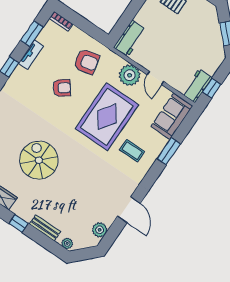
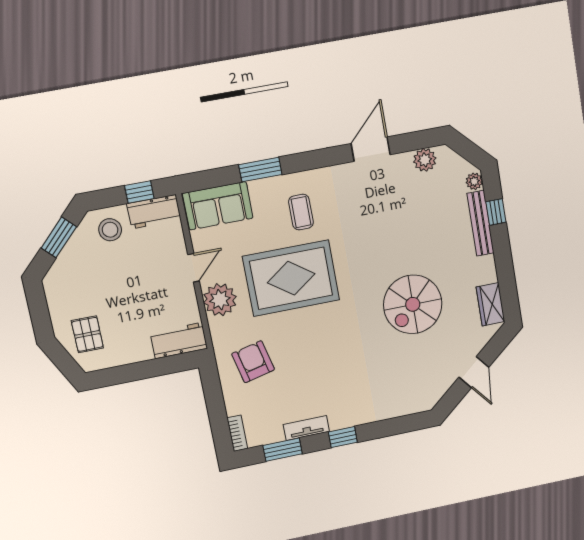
stool: (208, 59) -> (110, 230), added
armchair: (62, 88) -> (309, 359), removed
window: (18, 223) -> (496, 212), moved
bench: (45, 228) -> (480, 223), width x1.36

